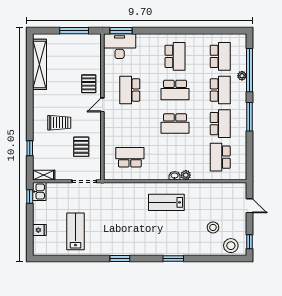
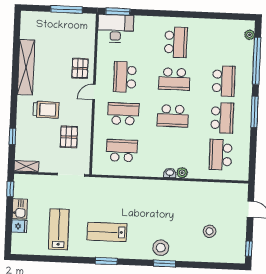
school desk: (220, 56) -> (123, 114), moved, turned -90
shelving: (39, 64) -> (26, 67), moved
plant: (242, 76) -> (250, 35), moved
kitchen sink: (39, 192) -> (20, 209), moved
lab bench: (166, 202) -> (107, 232), moved
stool: (231, 246) -> (161, 248), moved

